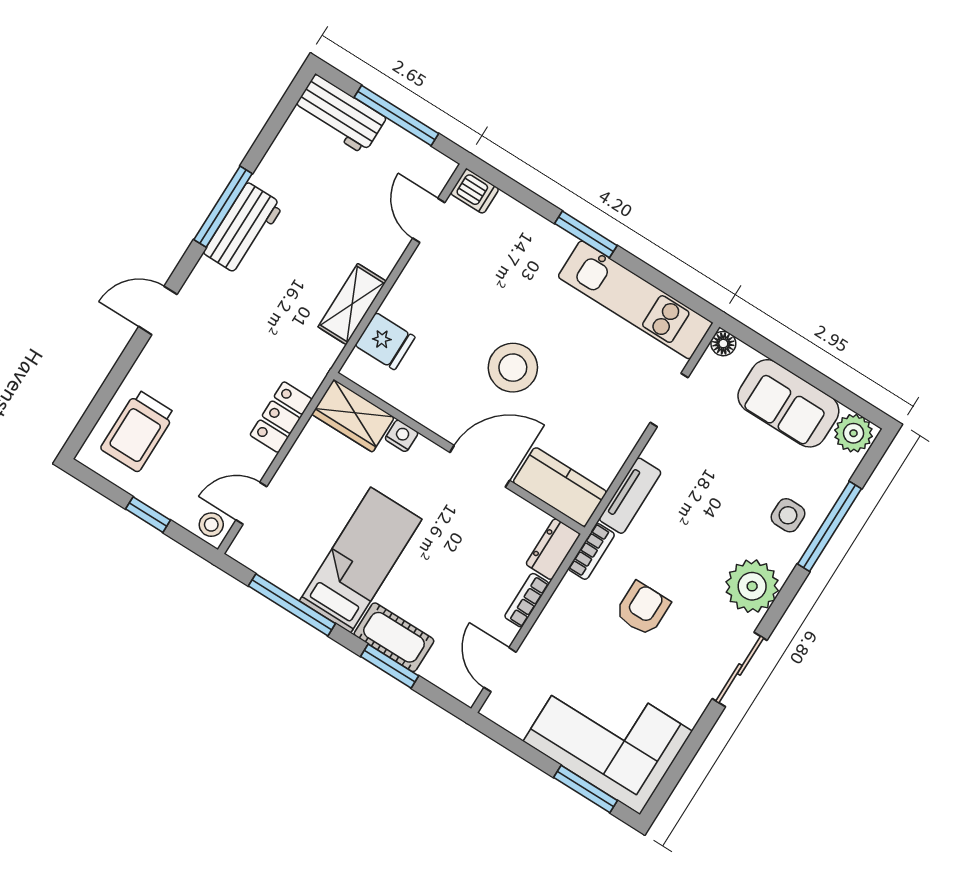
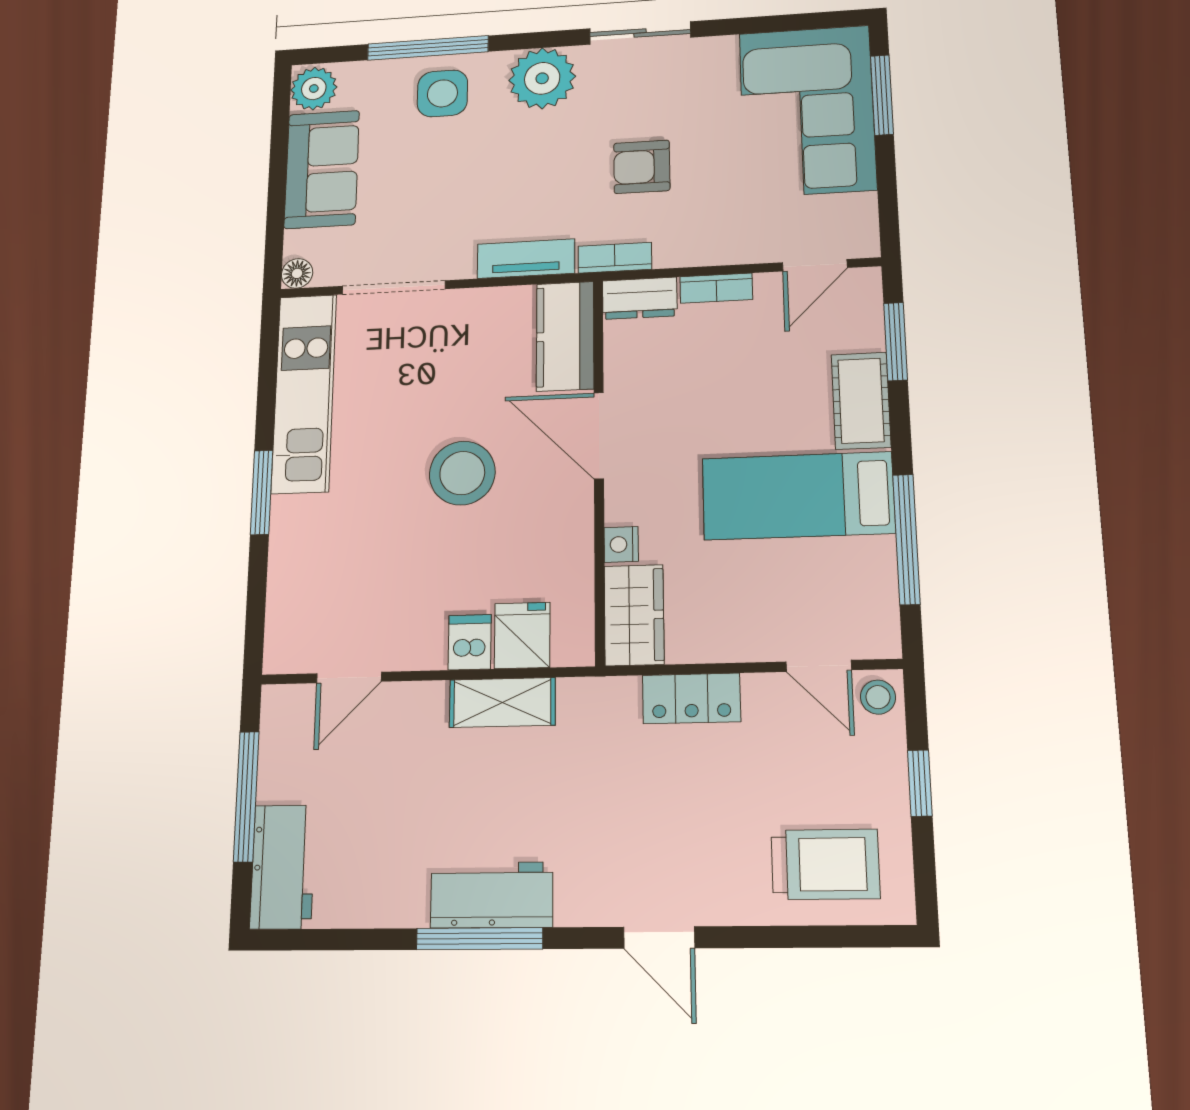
dishwasher: (475, 191) -> (470, 642), moved
doorway: (669, 400) -> (394, 287), width x1.38
side table: (788, 515) -> (442, 93), width x1.37, depth x1.37
window: (390, 666) -> (896, 342), moved

